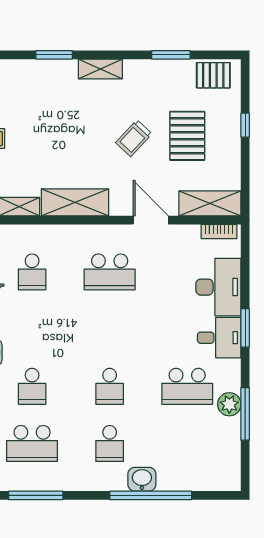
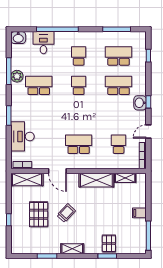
shelving: (100, 69) -> (72, 249), moved
pallet: (213, 75) -> (109, 244), moved, turned 90
desk: (219, 338) -> (43, 43), moved, turned 90
school desk: (32, 386) -> (119, 85), width x1.85
washbasin: (142, 479) -> (18, 38), moved

